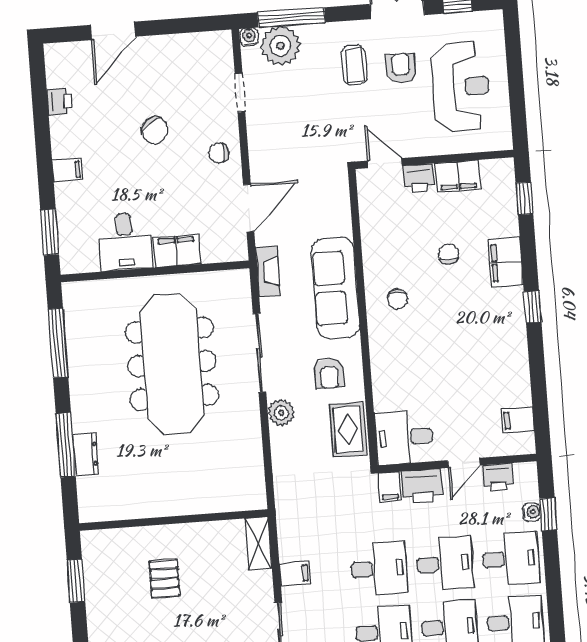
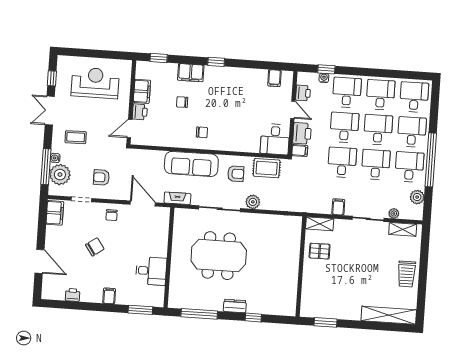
water cooler: (249, 37) -> (55, 158), moved
armchair: (401, 68) -> (101, 177), moved
filing cabinet: (177, 251) -> (55, 213), moved, turned 180
meeting table: (172, 364) -> (219, 256), width x0.73
window: (66, 445) -> (253, 318), width x0.46
dresser: (86, 454) -> (235, 306), moved
pallet: (164, 579) -> (320, 251), moved

